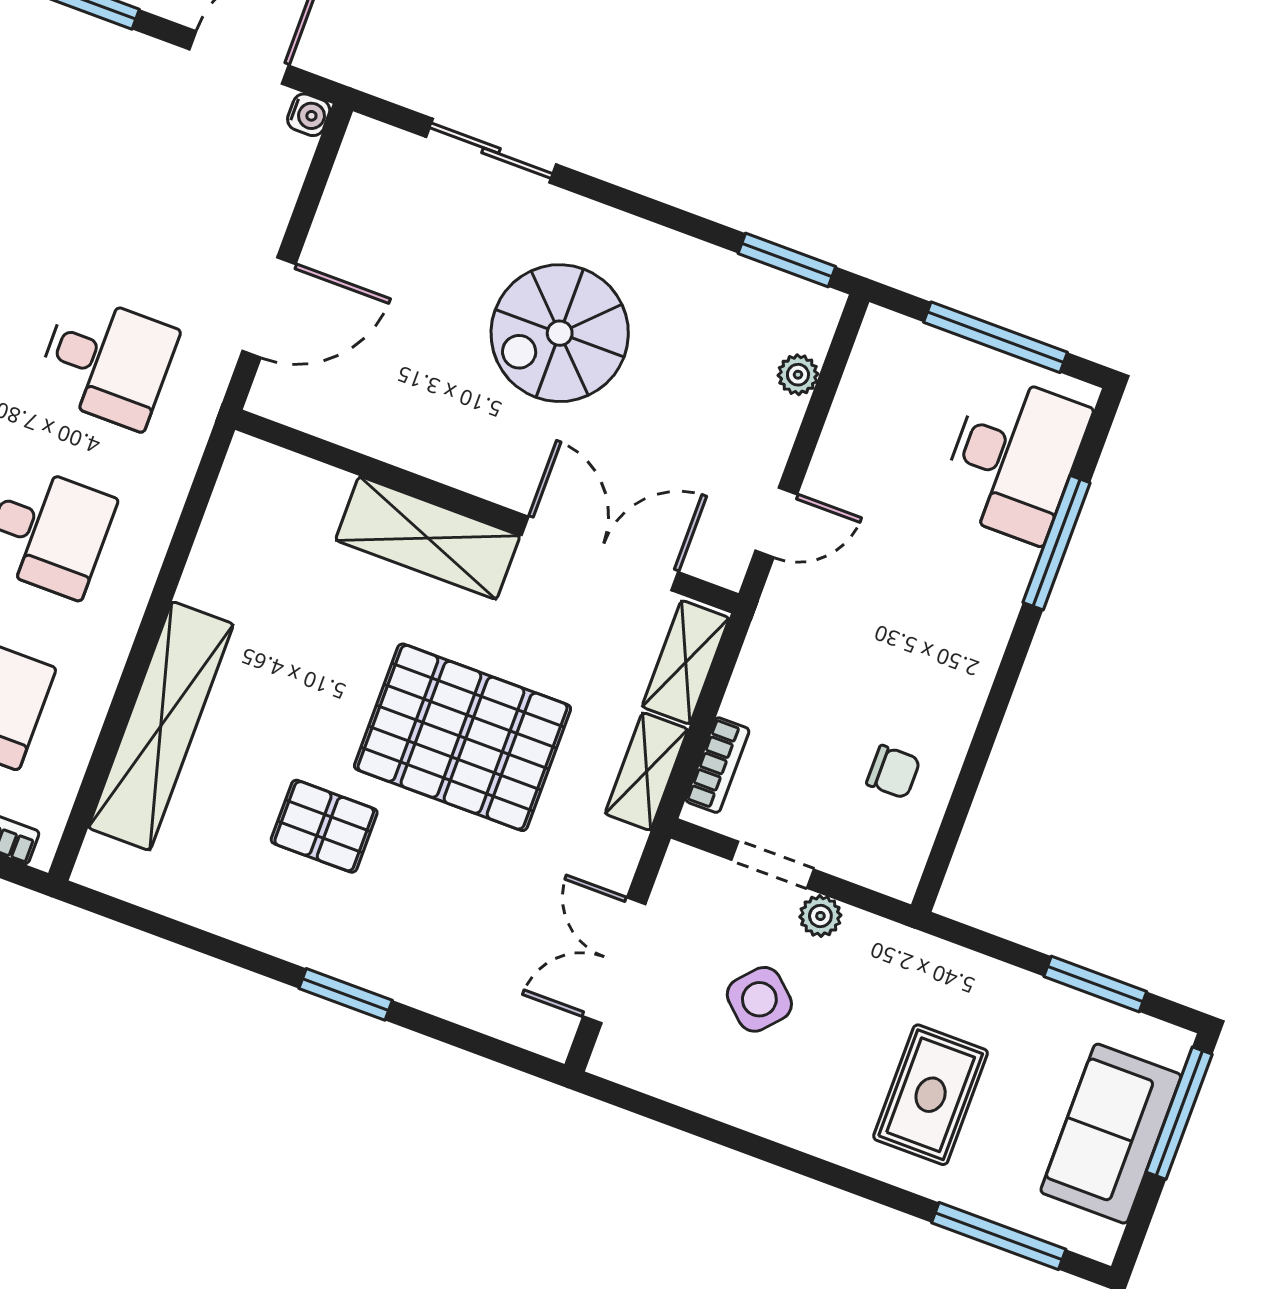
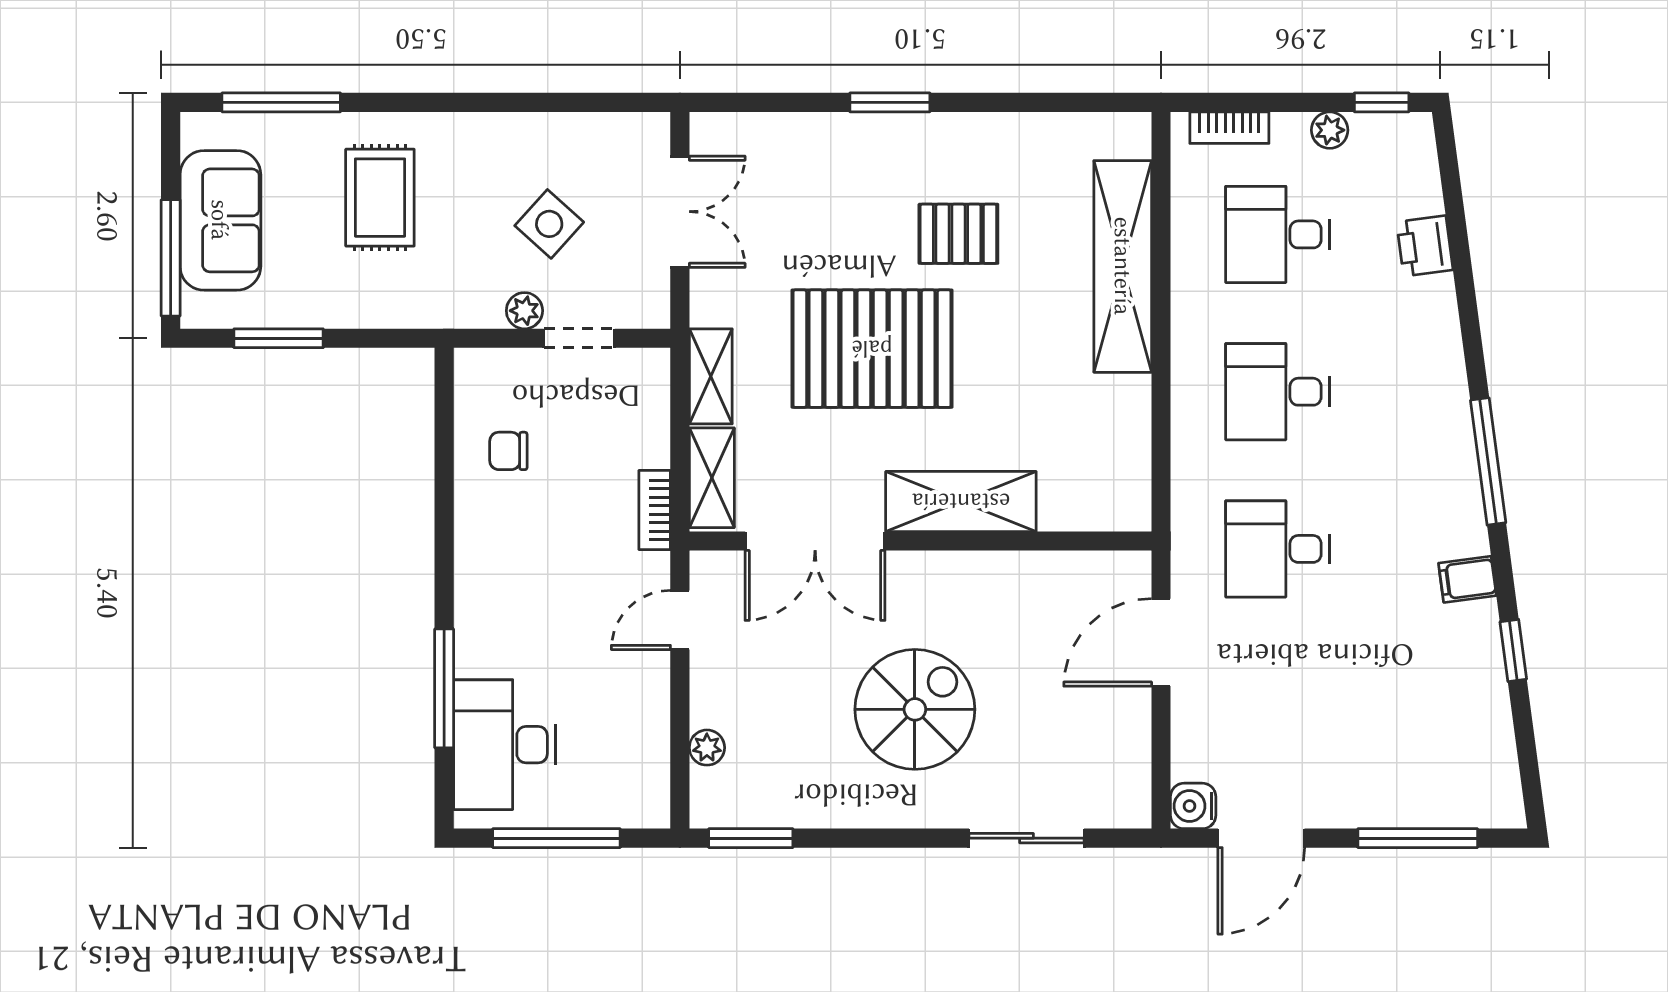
water cooler: (309, 115) -> (1193, 806), width x1.38, depth x1.38
bookcase: (717, 765) -> (655, 510), moved

